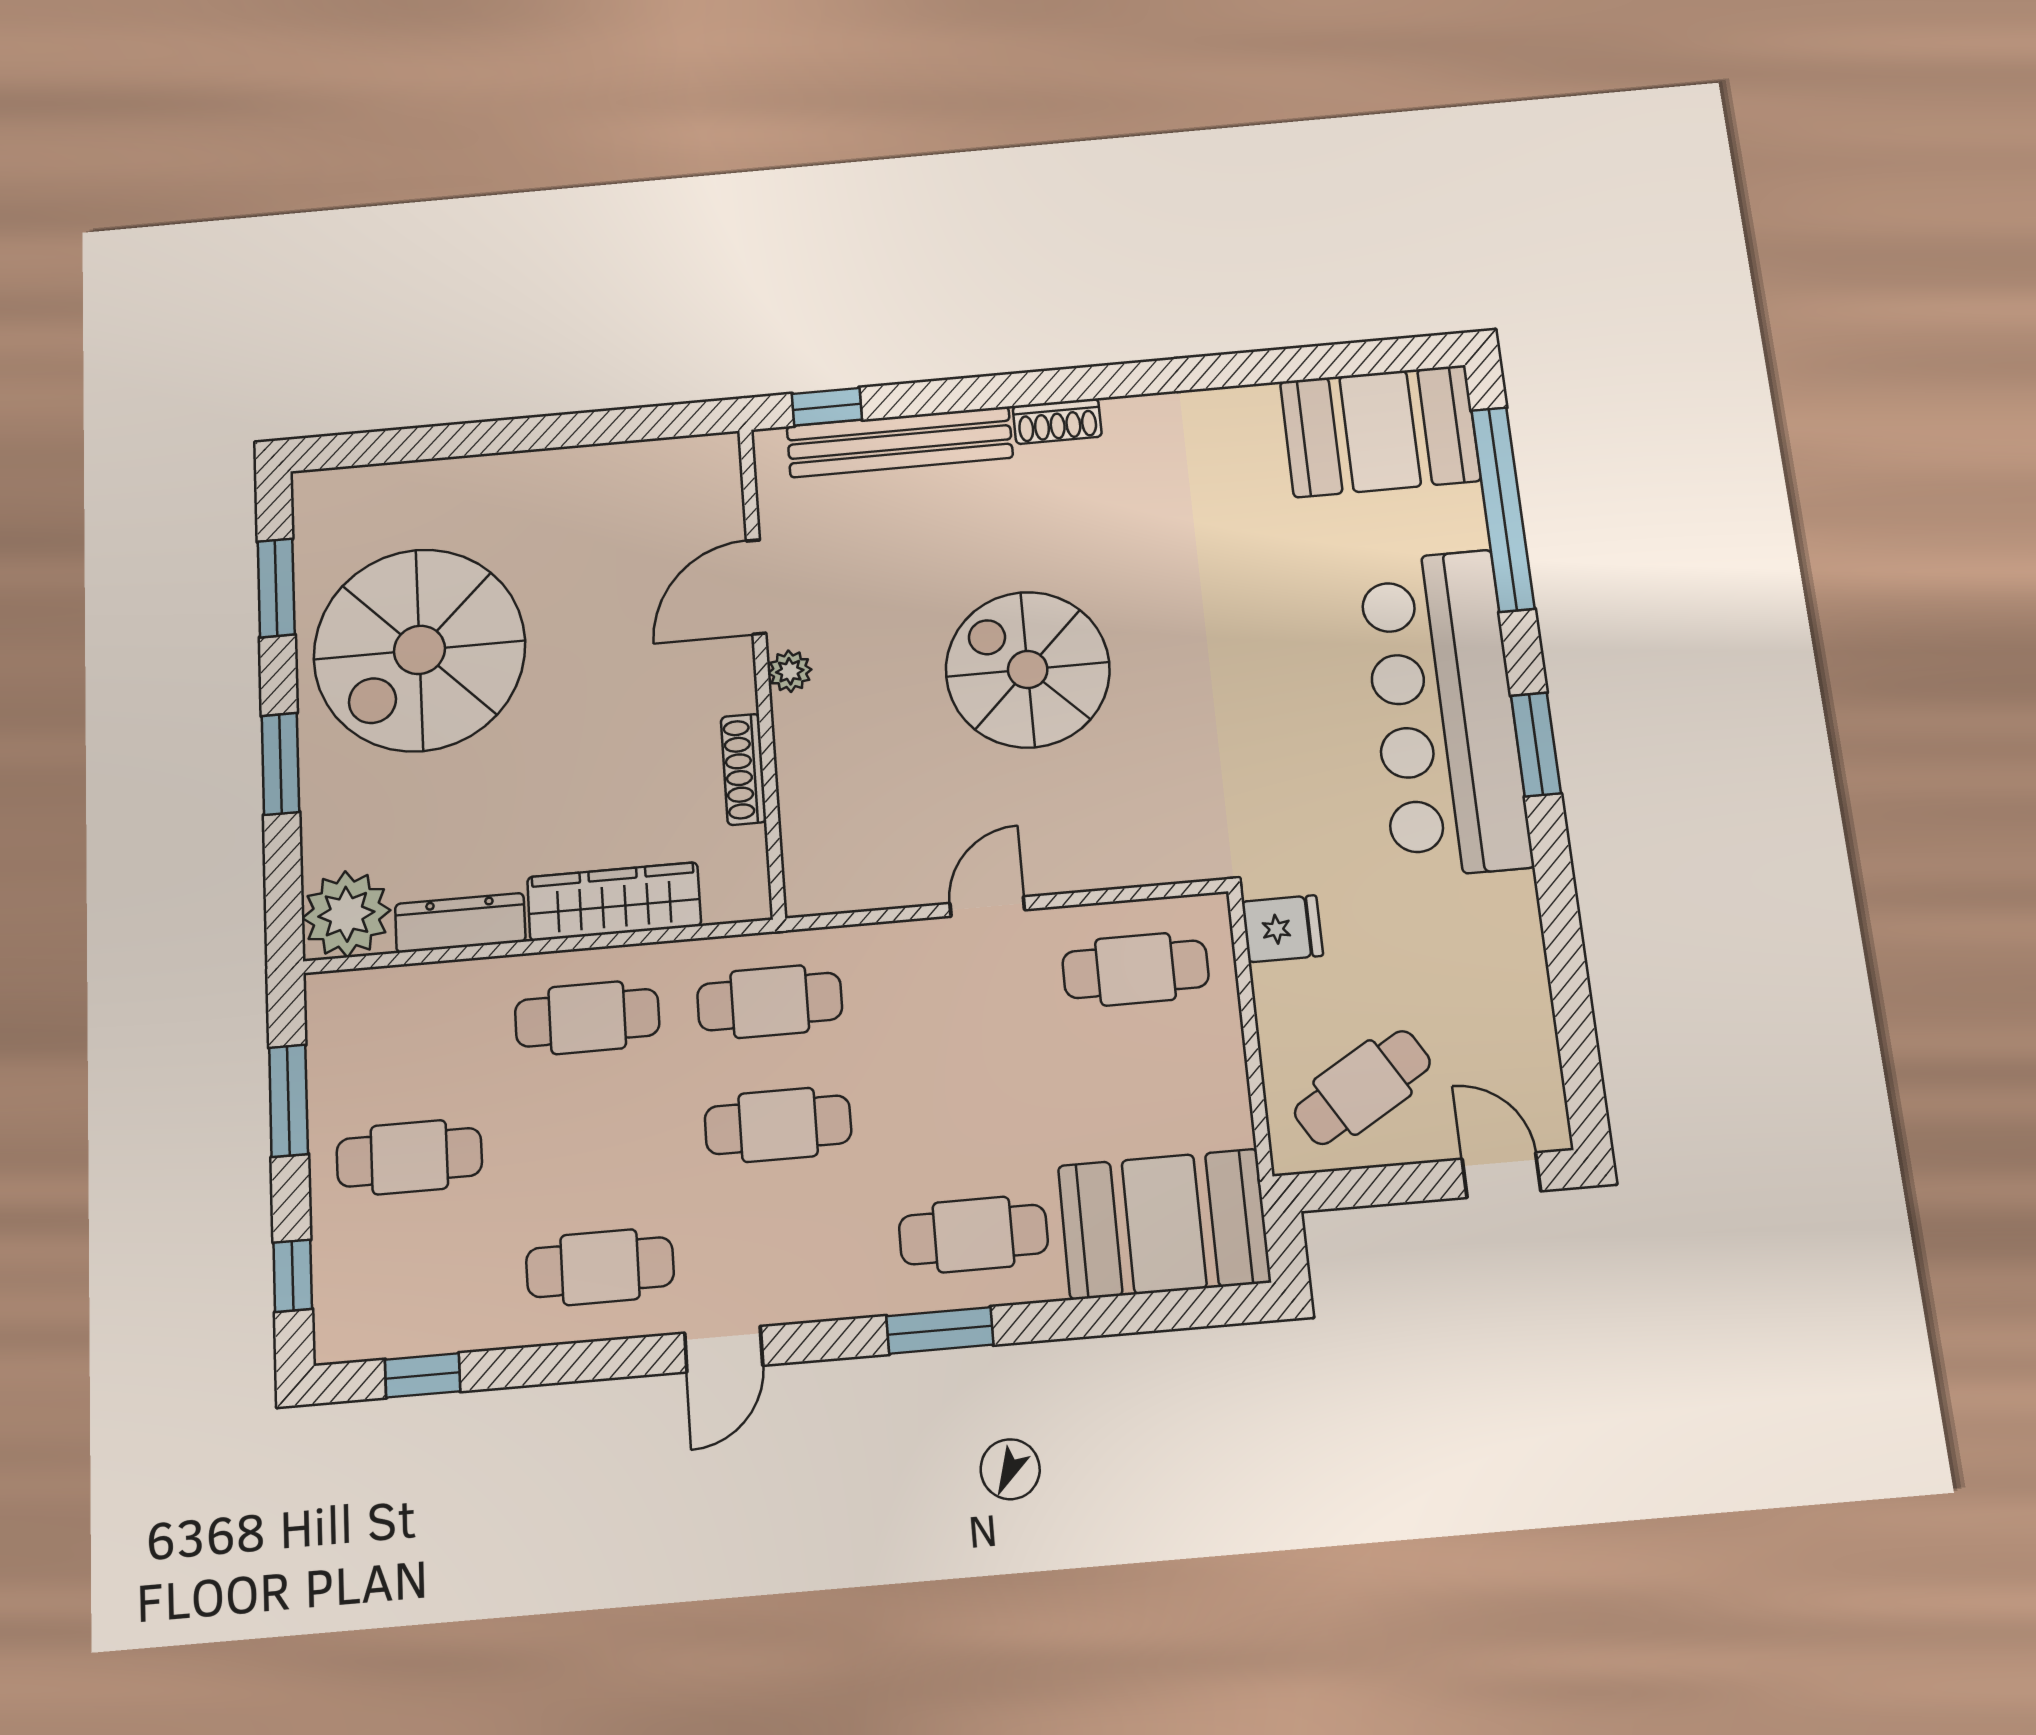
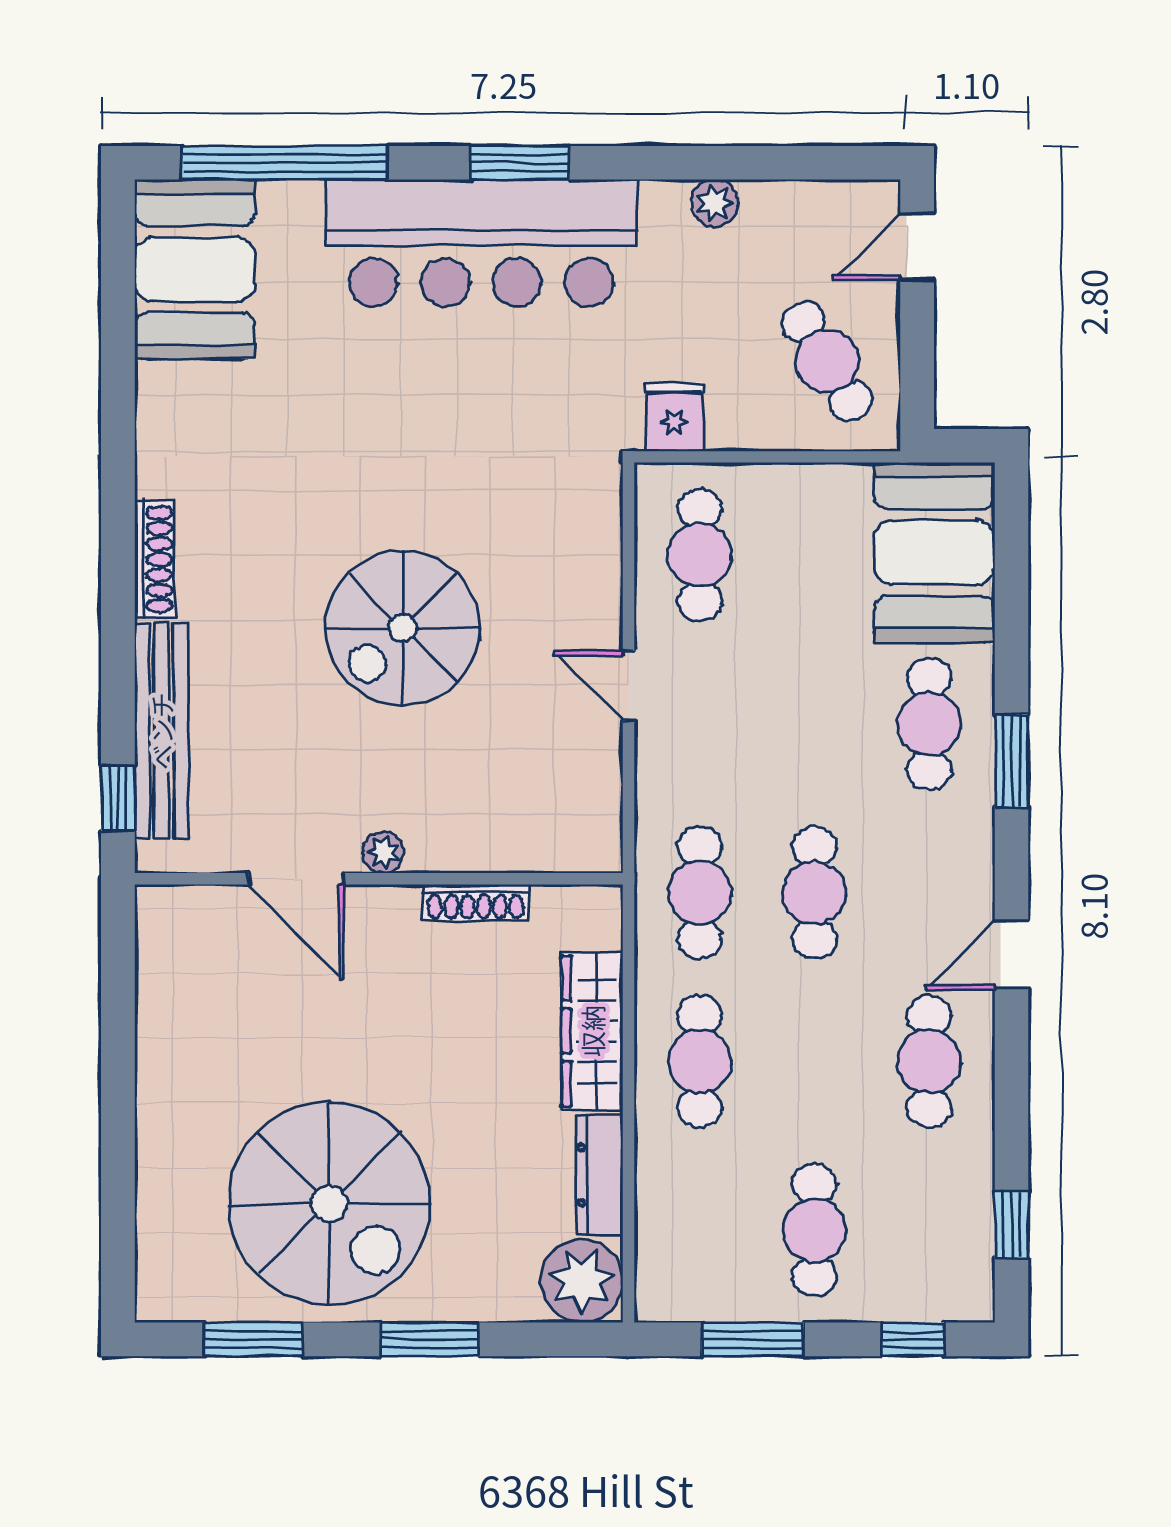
shoe rack: (1057, 421) -> (155, 559), width x1.43
plant: (1520, 951) -> (715, 203), added
door: (724, 1349) -> (1011, 955), swing flipped

